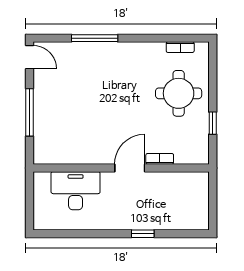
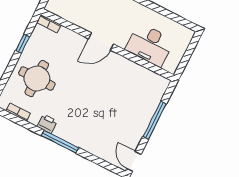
window: (95, 38) -> (60, 142), moved
printer: (143, 50) -> (47, 124), added
bookcase: (160, 159) -> (49, 24), moved

